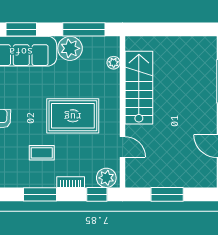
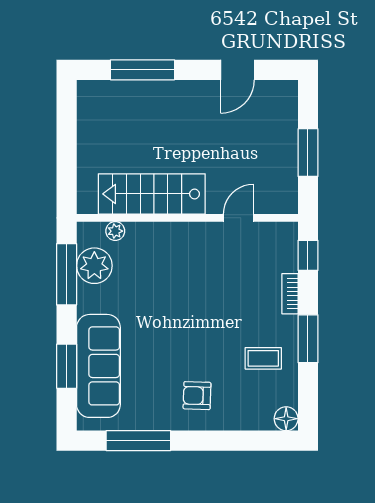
plant: (70, 48) -> (94, 266), moved
rug: (73, 116) -> (193, 291), removed
coffee table: (42, 153) -> (263, 358), moved, turned 90
plant: (106, 178) -> (284, 242), removed

